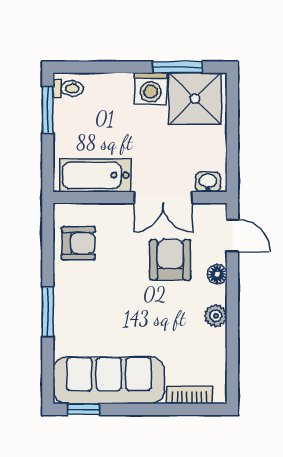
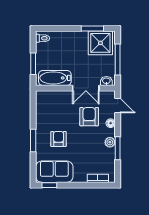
washing machine: (151, 89) -> (80, 38), removed
window: (48, 110) -> (33, 64), moved
window: (232, 135) -> (118, 59), added
armchair: (78, 243) -> (59, 139), moved, turned -90
window: (232, 329) -> (118, 148), added
sofa: (109, 380) -> (54, 172), width x0.73

